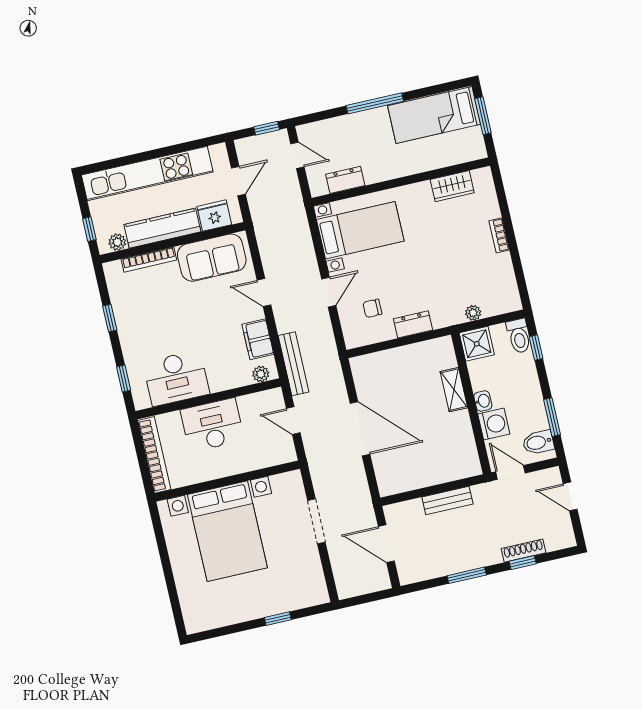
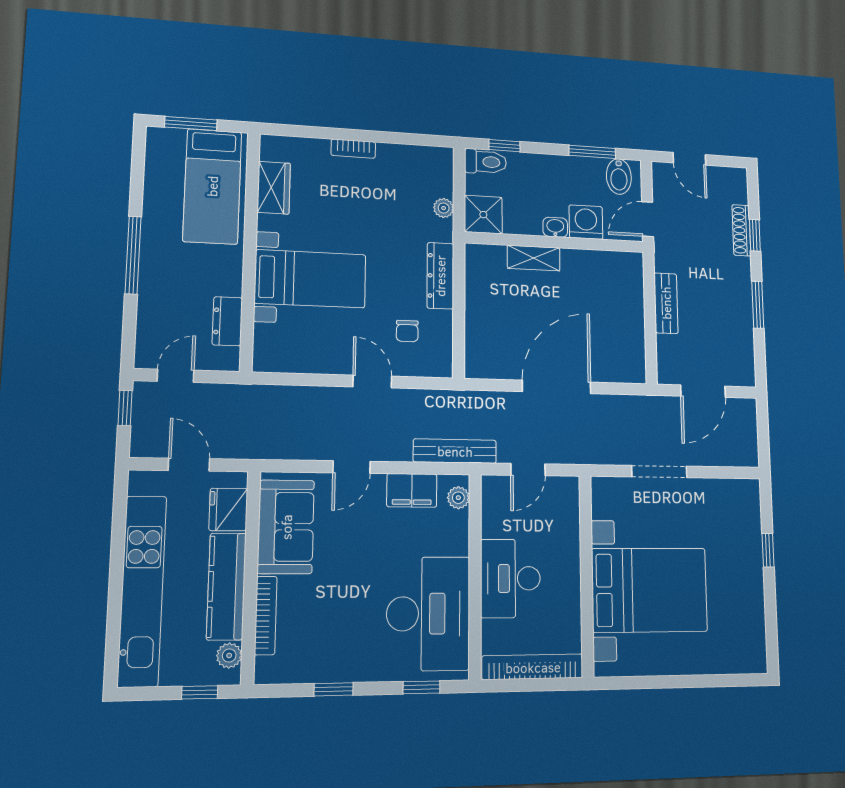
bed: (434, 115) -> (212, 186), moved
bed with nightstands: (360, 230) -> (310, 279), moved, turned 90
dresser: (413, 324) -> (440, 276), width x1.44
desk: (176, 378) -> (428, 614), width x1.36, depth x1.30
door: (570, 496) -> (689, 159), hinge flipped

